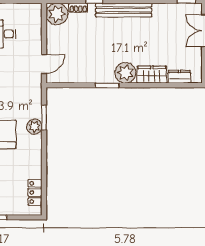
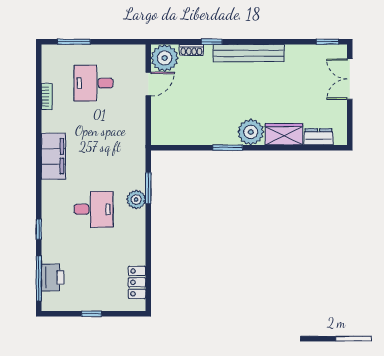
door: (44, 64) -> (148, 84), moved

